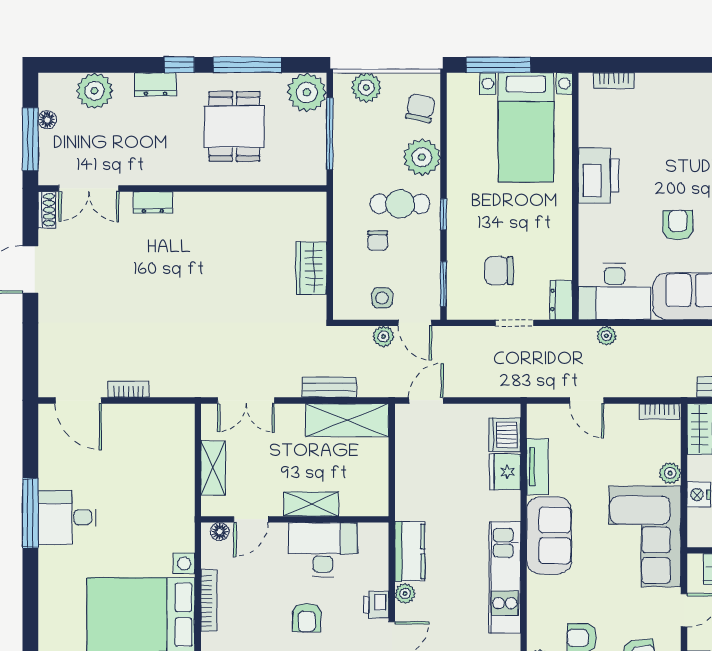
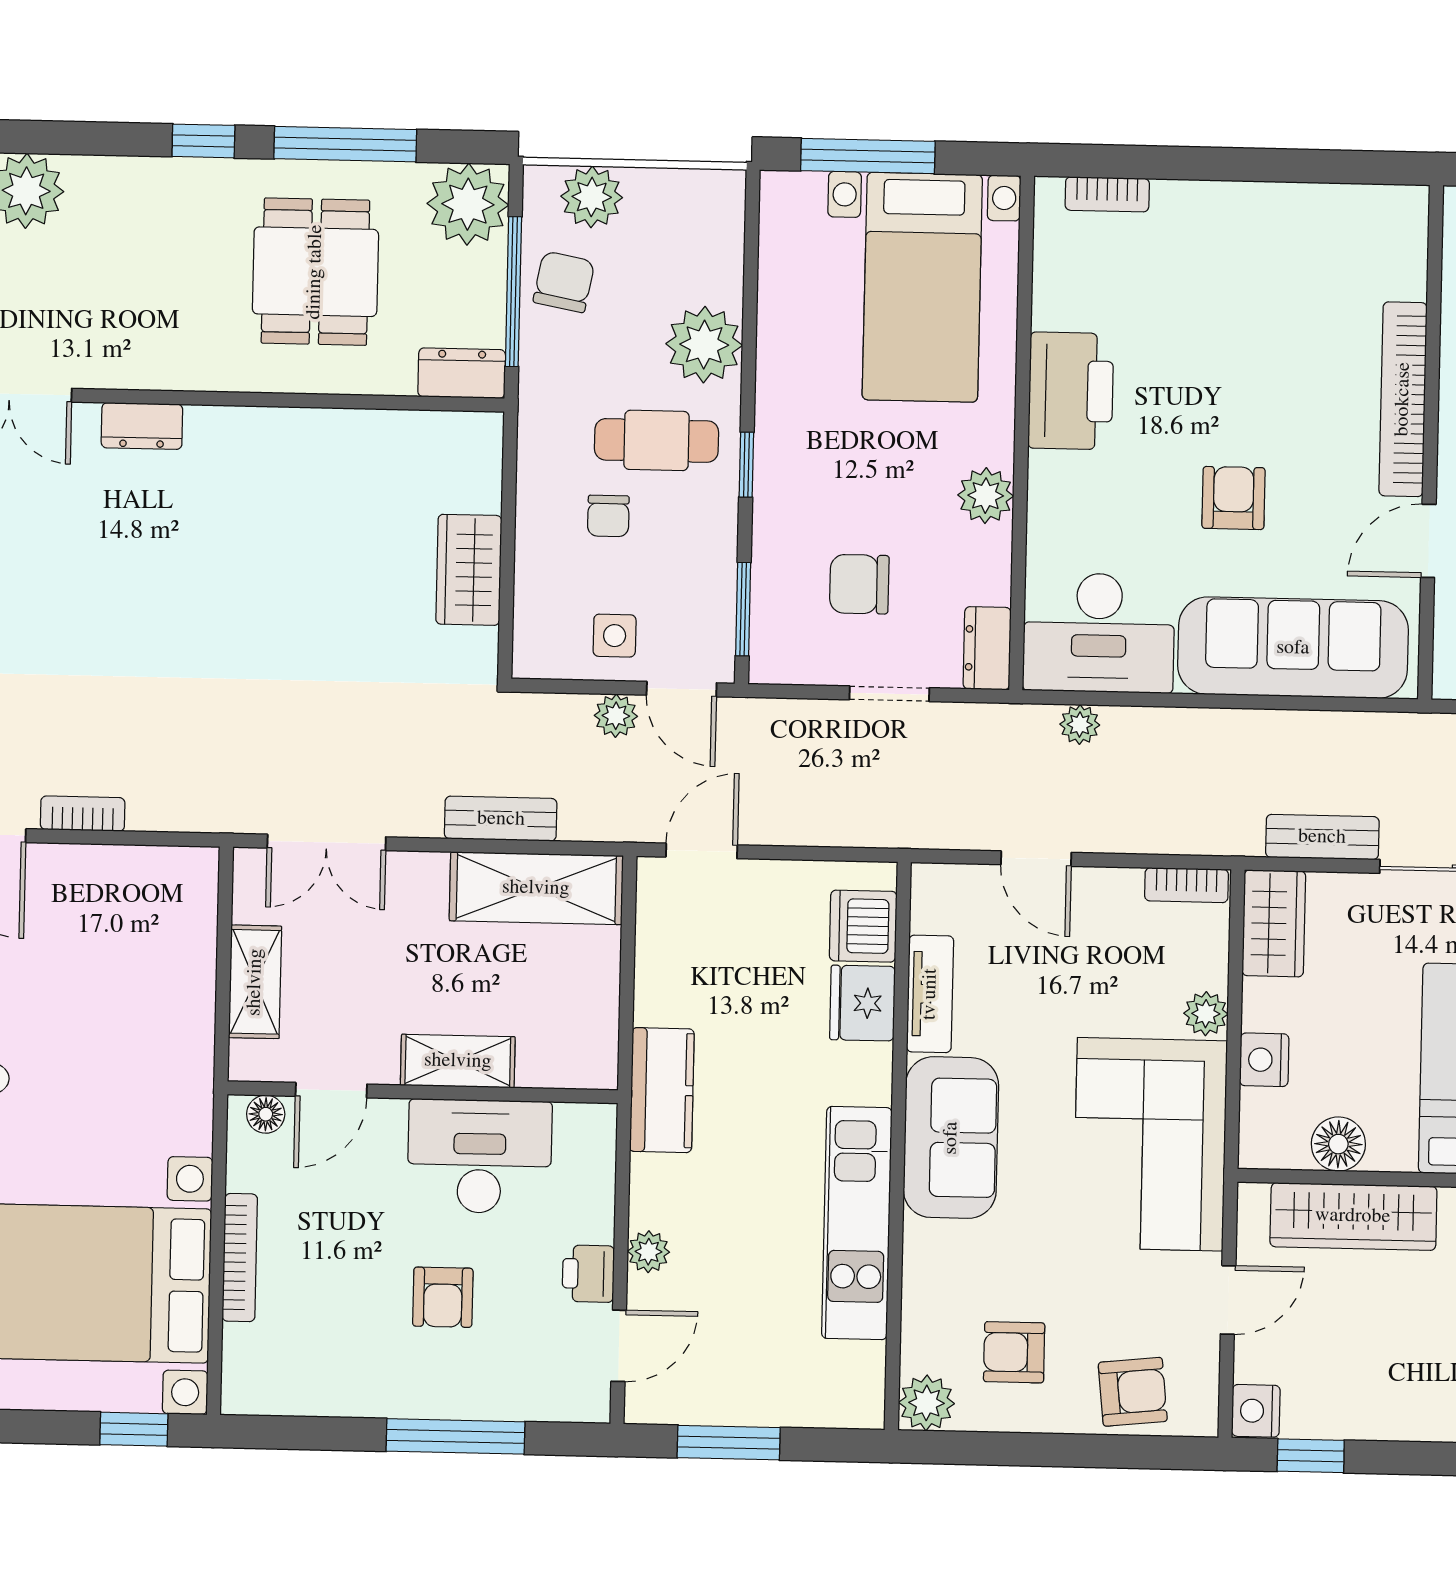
dresser: (155, 84) -> (462, 373), moved, turned 180
chair: (420, 108) -> (564, 282), moved
plant: (559, 227) -> (986, 496), added
kitchen counter: (410, 551) -> (662, 1090), moved

